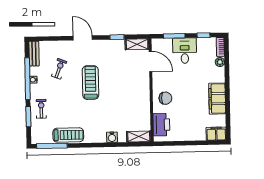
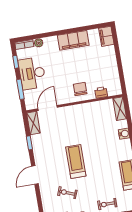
desk: (185, 51) -> (32, 73), width x1.37
treadmill: (90, 83) -> (76, 161), turned 90
printer: (161, 125) -> (101, 92), width x0.53, depth x0.68

